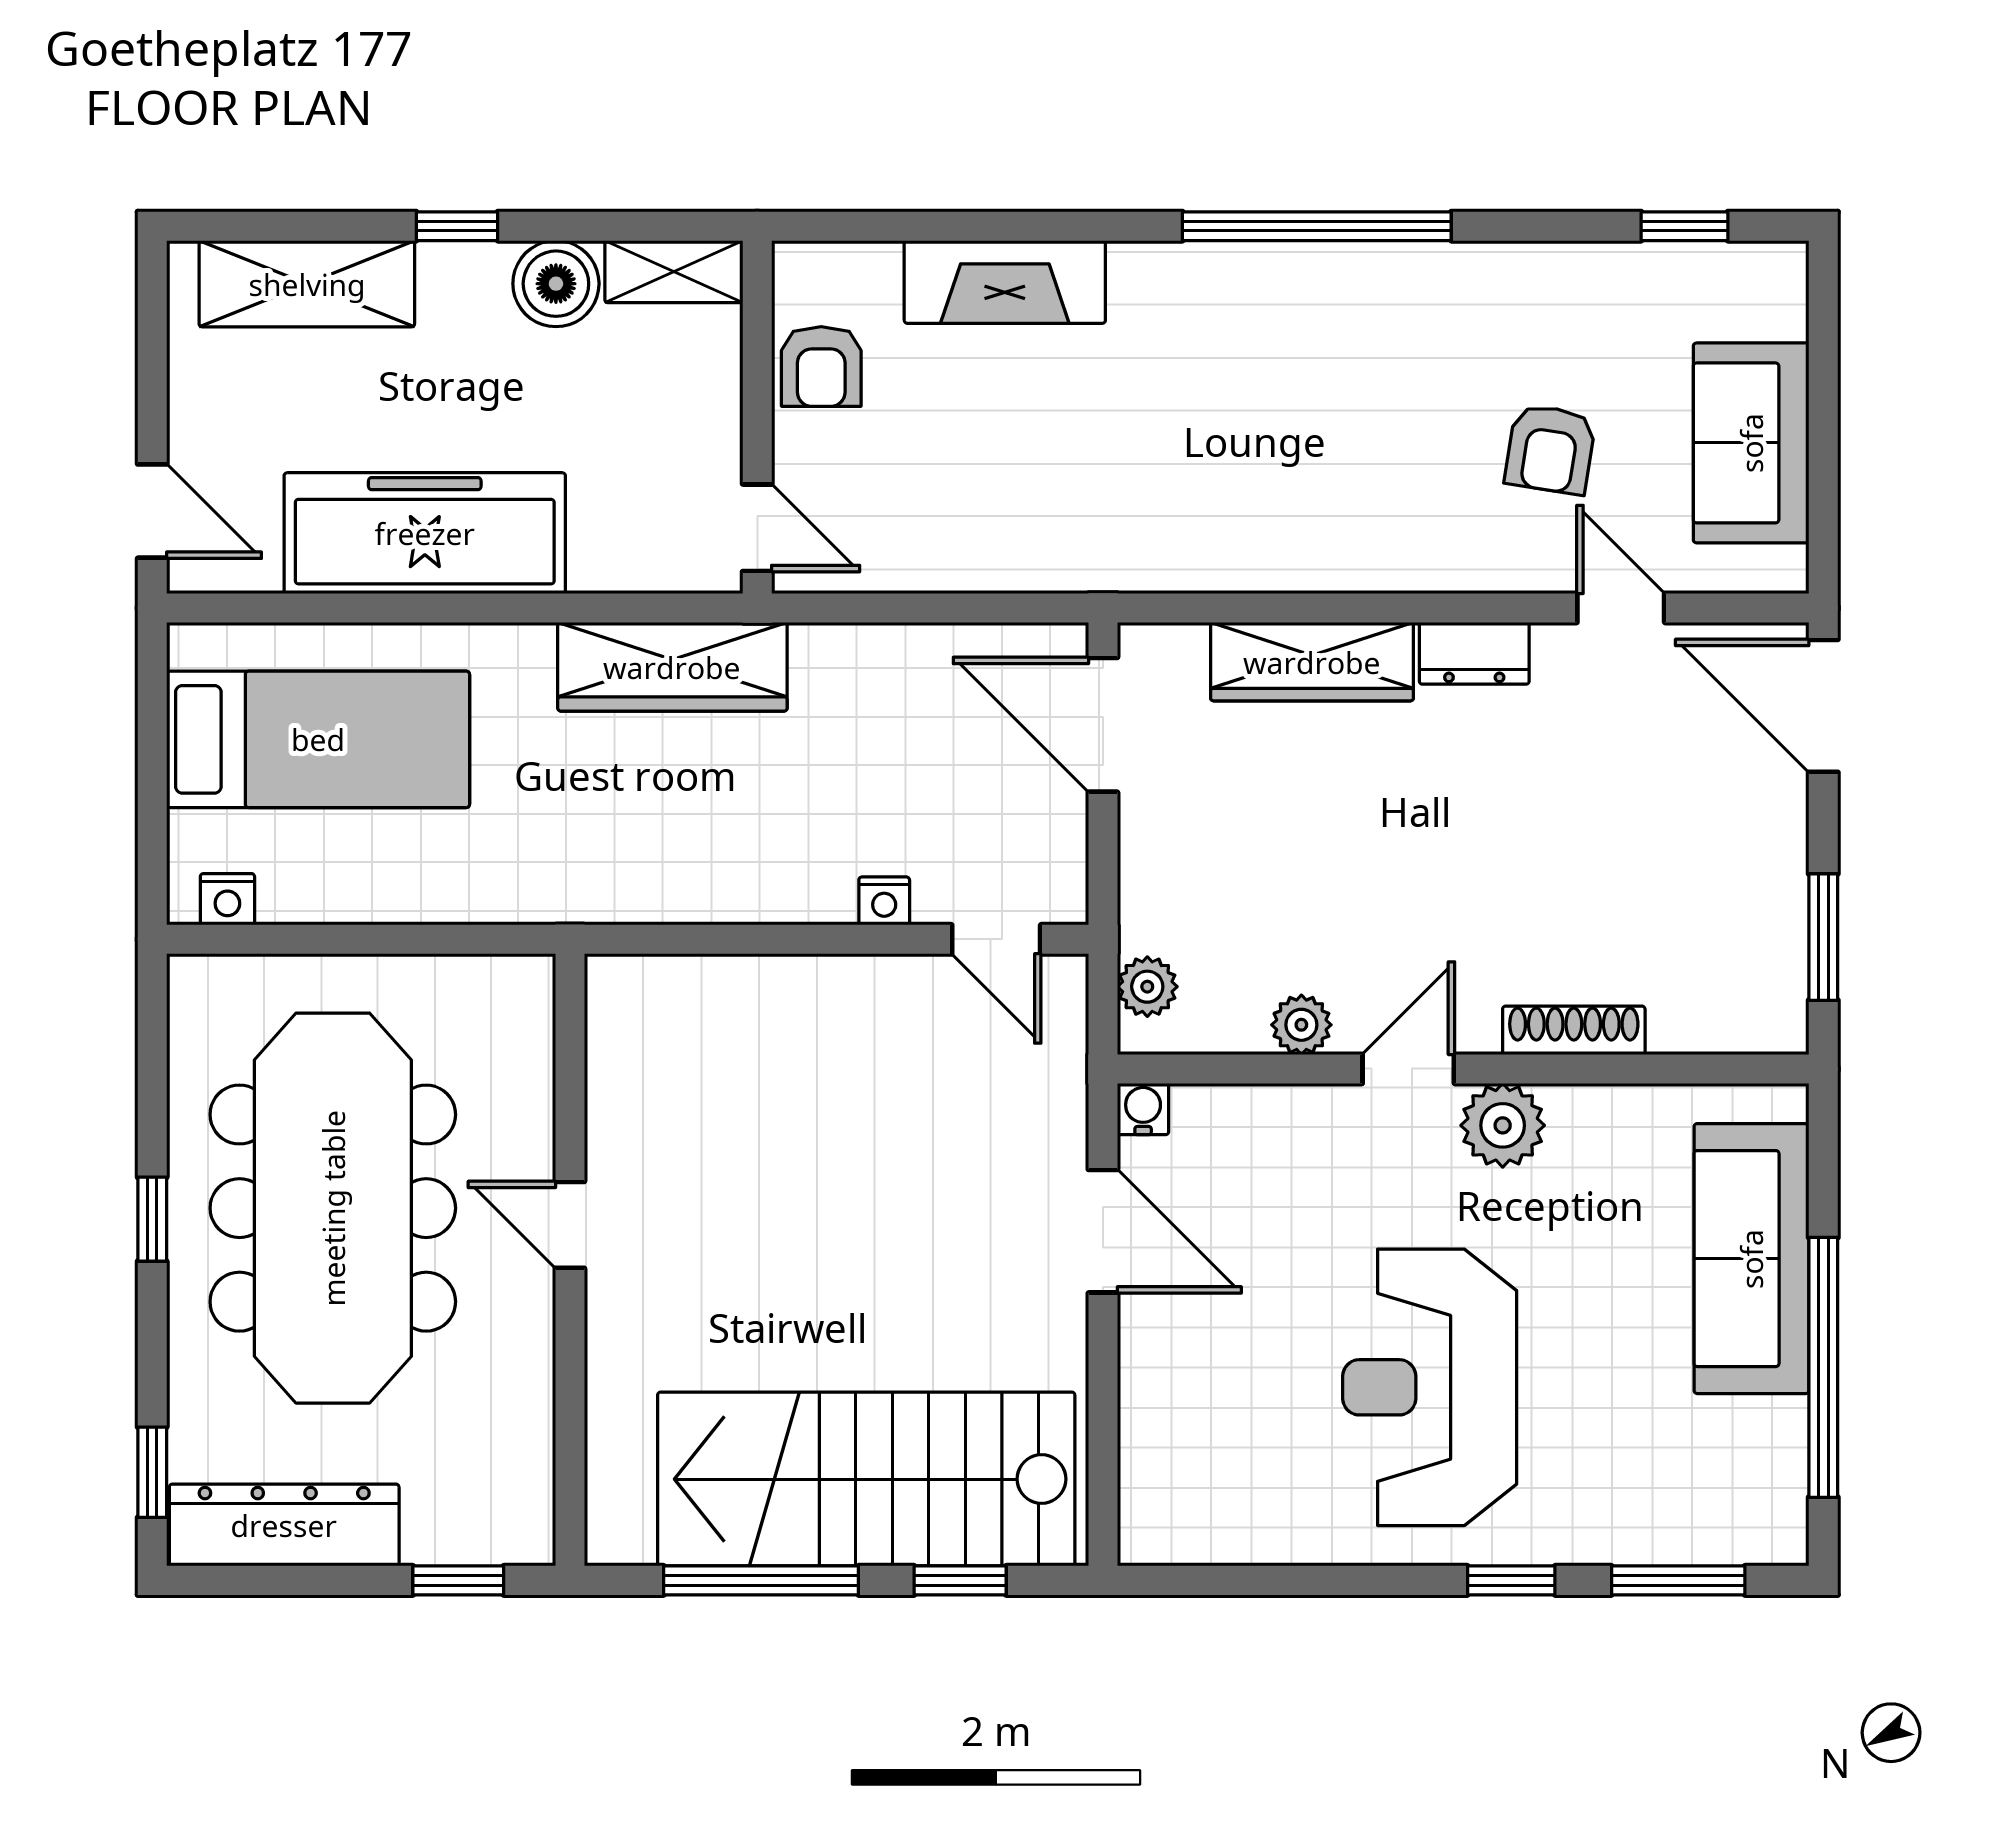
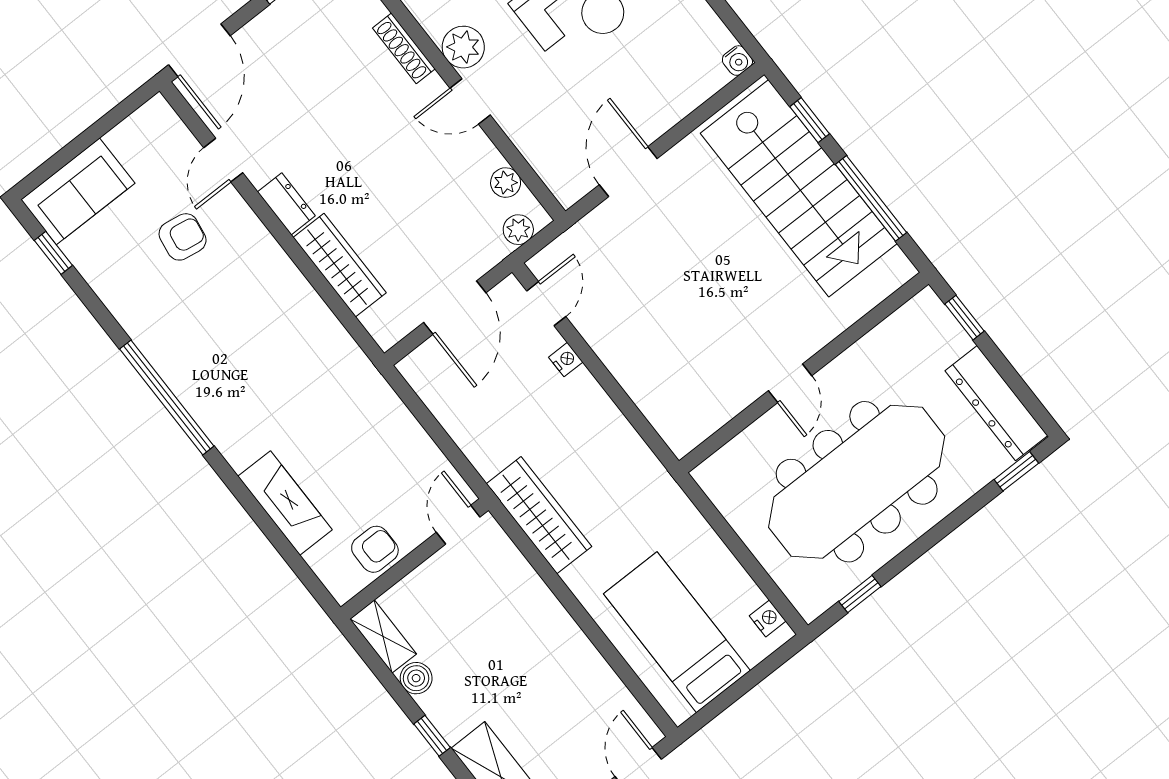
boiler: (556, 284) -> (416, 678), width x0.73, depth x0.73
sofa: (1751, 443) -> (78, 191), moved
freezer: (425, 533) -> (563, 654), removed
door: (1103, 725) -> (455, 308), moved
plant: (1301, 1025) -> (506, 183), moved
water cooler: (1143, 1109) -> (737, 61), moved, turned -90
window: (152, 1219) -> (860, 594), moved

